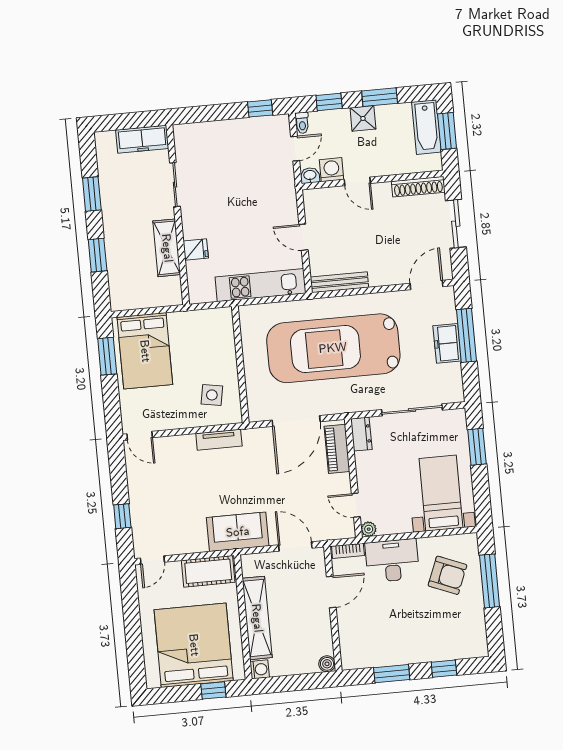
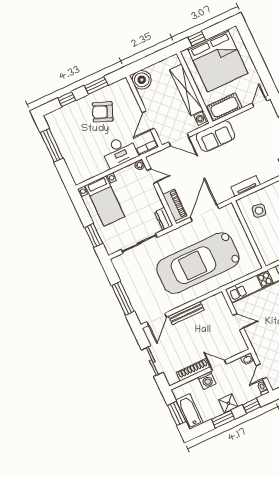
washing machine: (332, 170) -> (207, 380), moved
shoe rack: (418, 187) -> (193, 370), moved
bench: (339, 282) -> (186, 313), moved
freezer: (447, 343) -> (133, 290), removed
car: (333, 348) -> (198, 263), turned 180
armchair: (447, 575) -> (103, 112), moved
window: (490, 581) -> (52, 145), moved
boiler: (327, 664) -> (142, 80), width x1.86, depth x1.86
washing machine: (260, 669) -> (201, 118), moved

